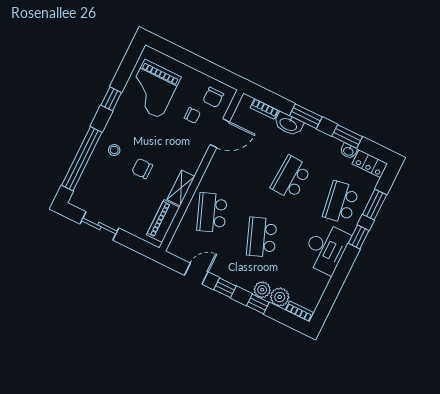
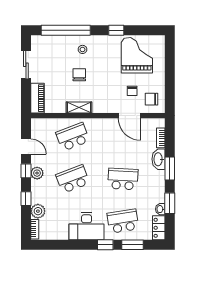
grand piano: (153, 89) -> (137, 55), turned 90
piano: (163, 221) -> (37, 98), moved, turned 90
plant: (262, 290) -> (37, 173), moved

